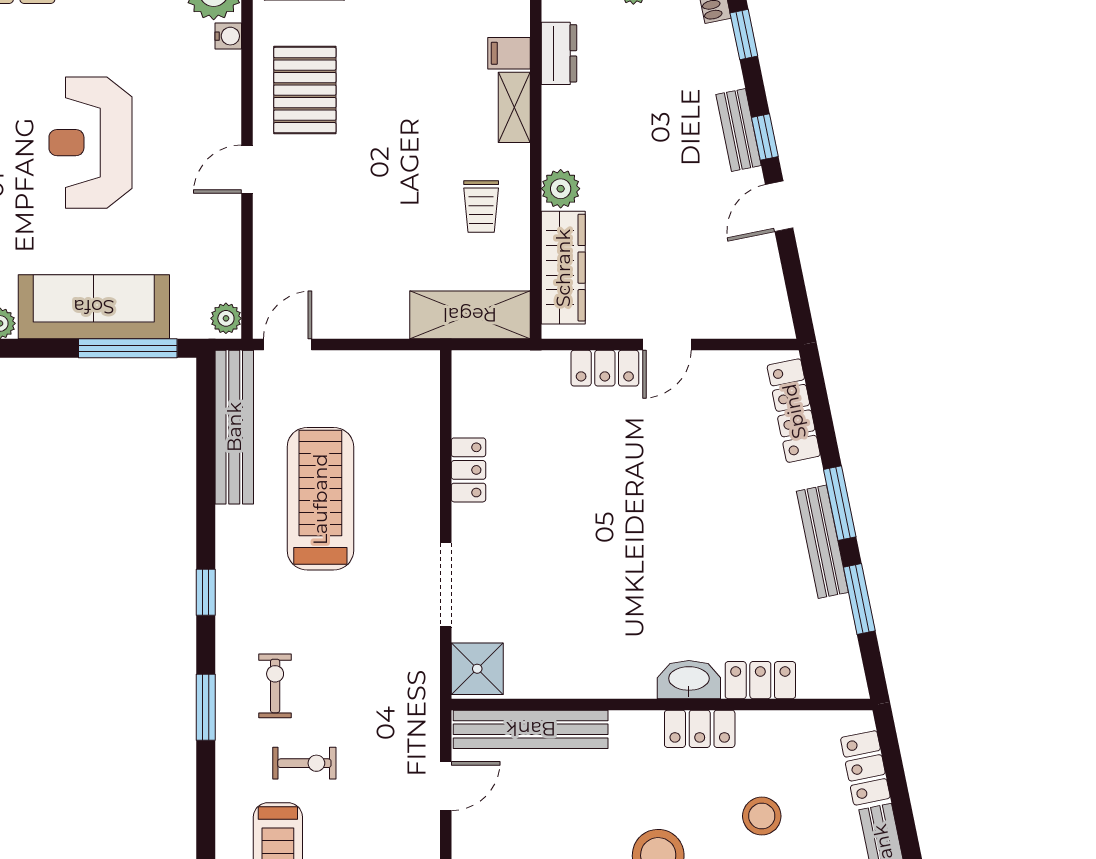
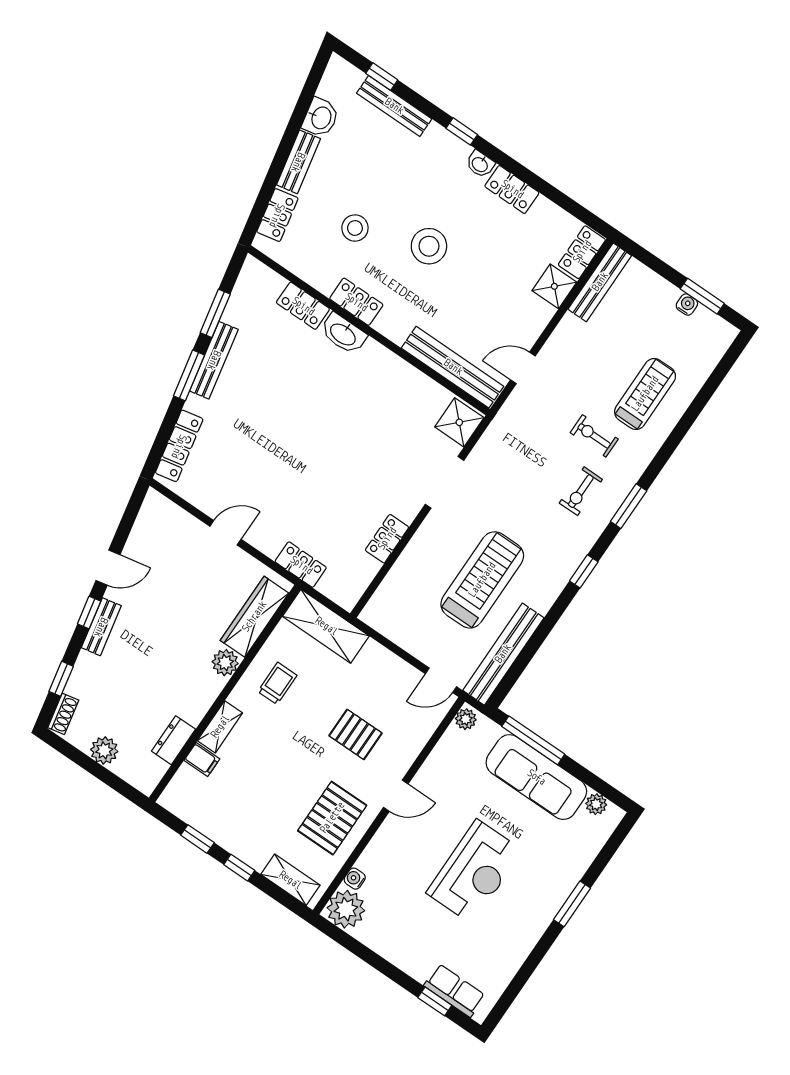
pallet: (346, 210) -> (355, 734), added
locker: (605, 368) -> (301, 565), moved
treadmill: (320, 499) -> (482, 580), turned 180

